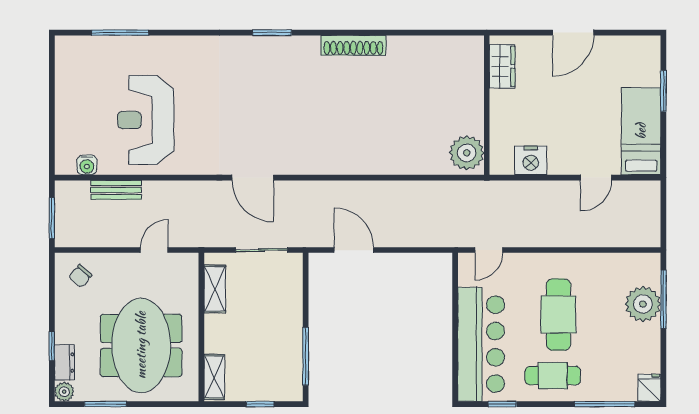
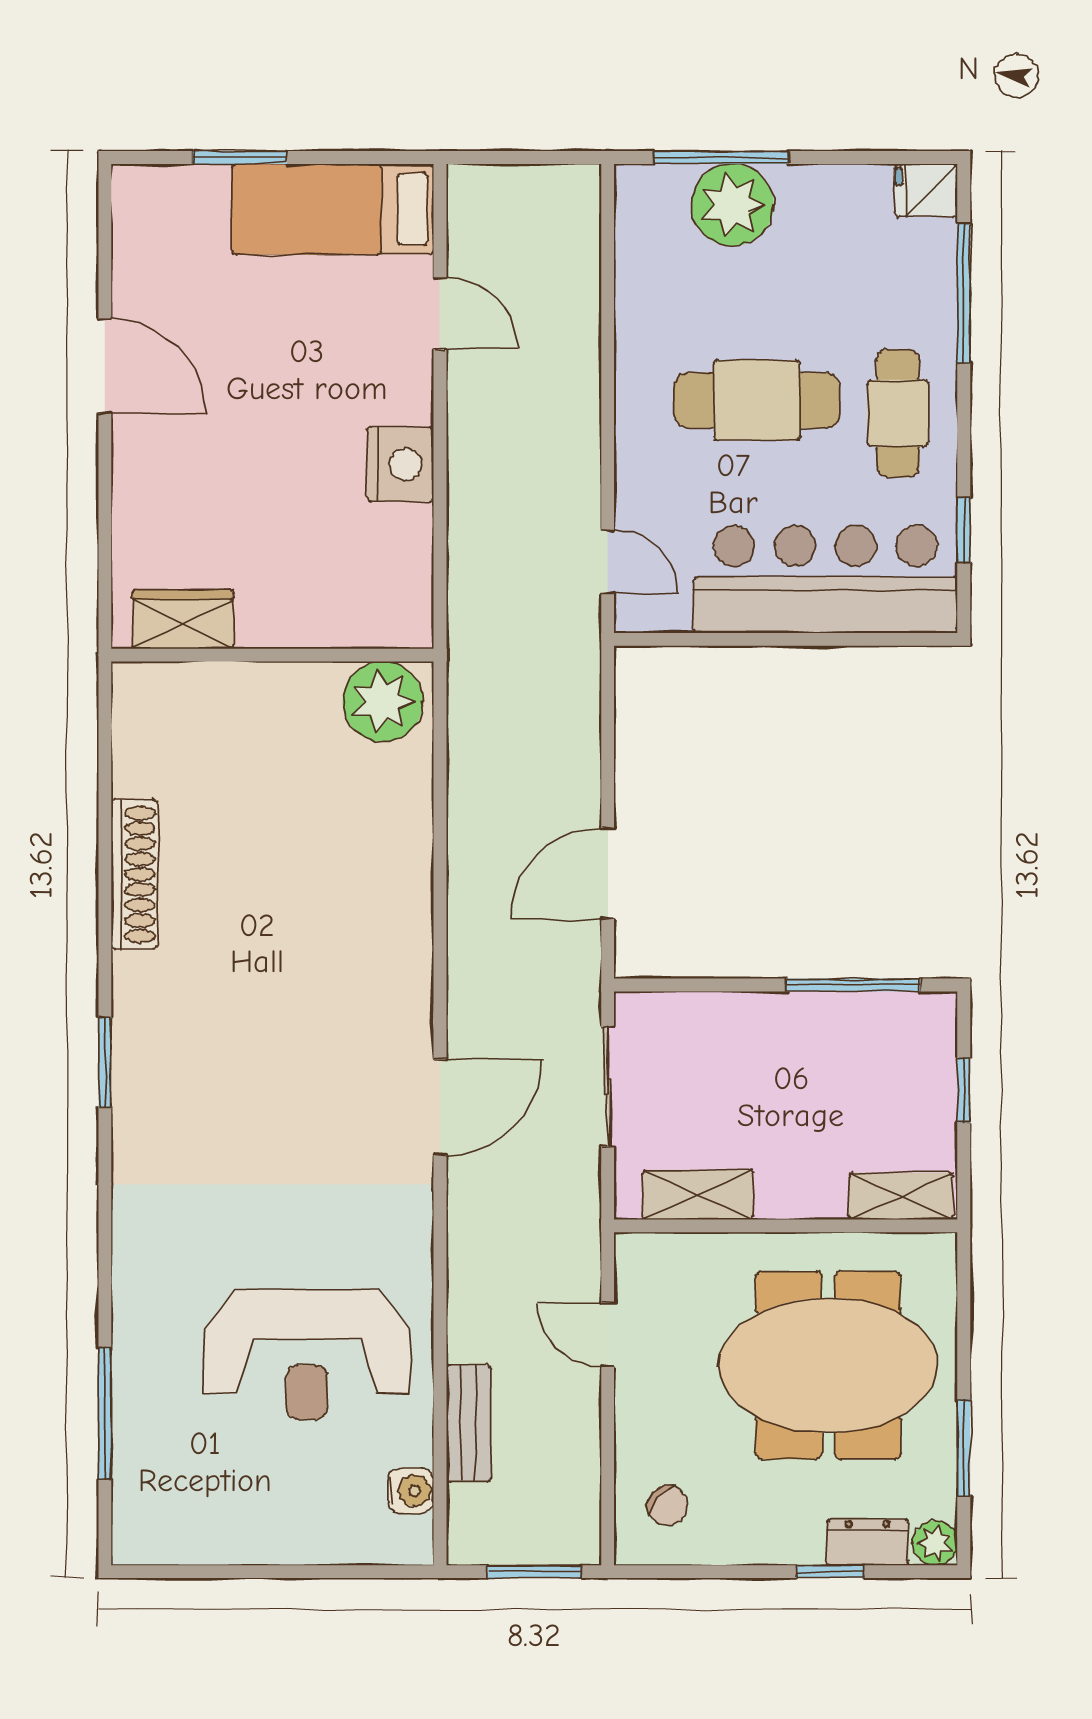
wardrobe: (502, 66) -> (183, 619), moved
wall: (487, 105) -> (272, 655), moved
plant: (467, 153) -> (383, 702), moved

